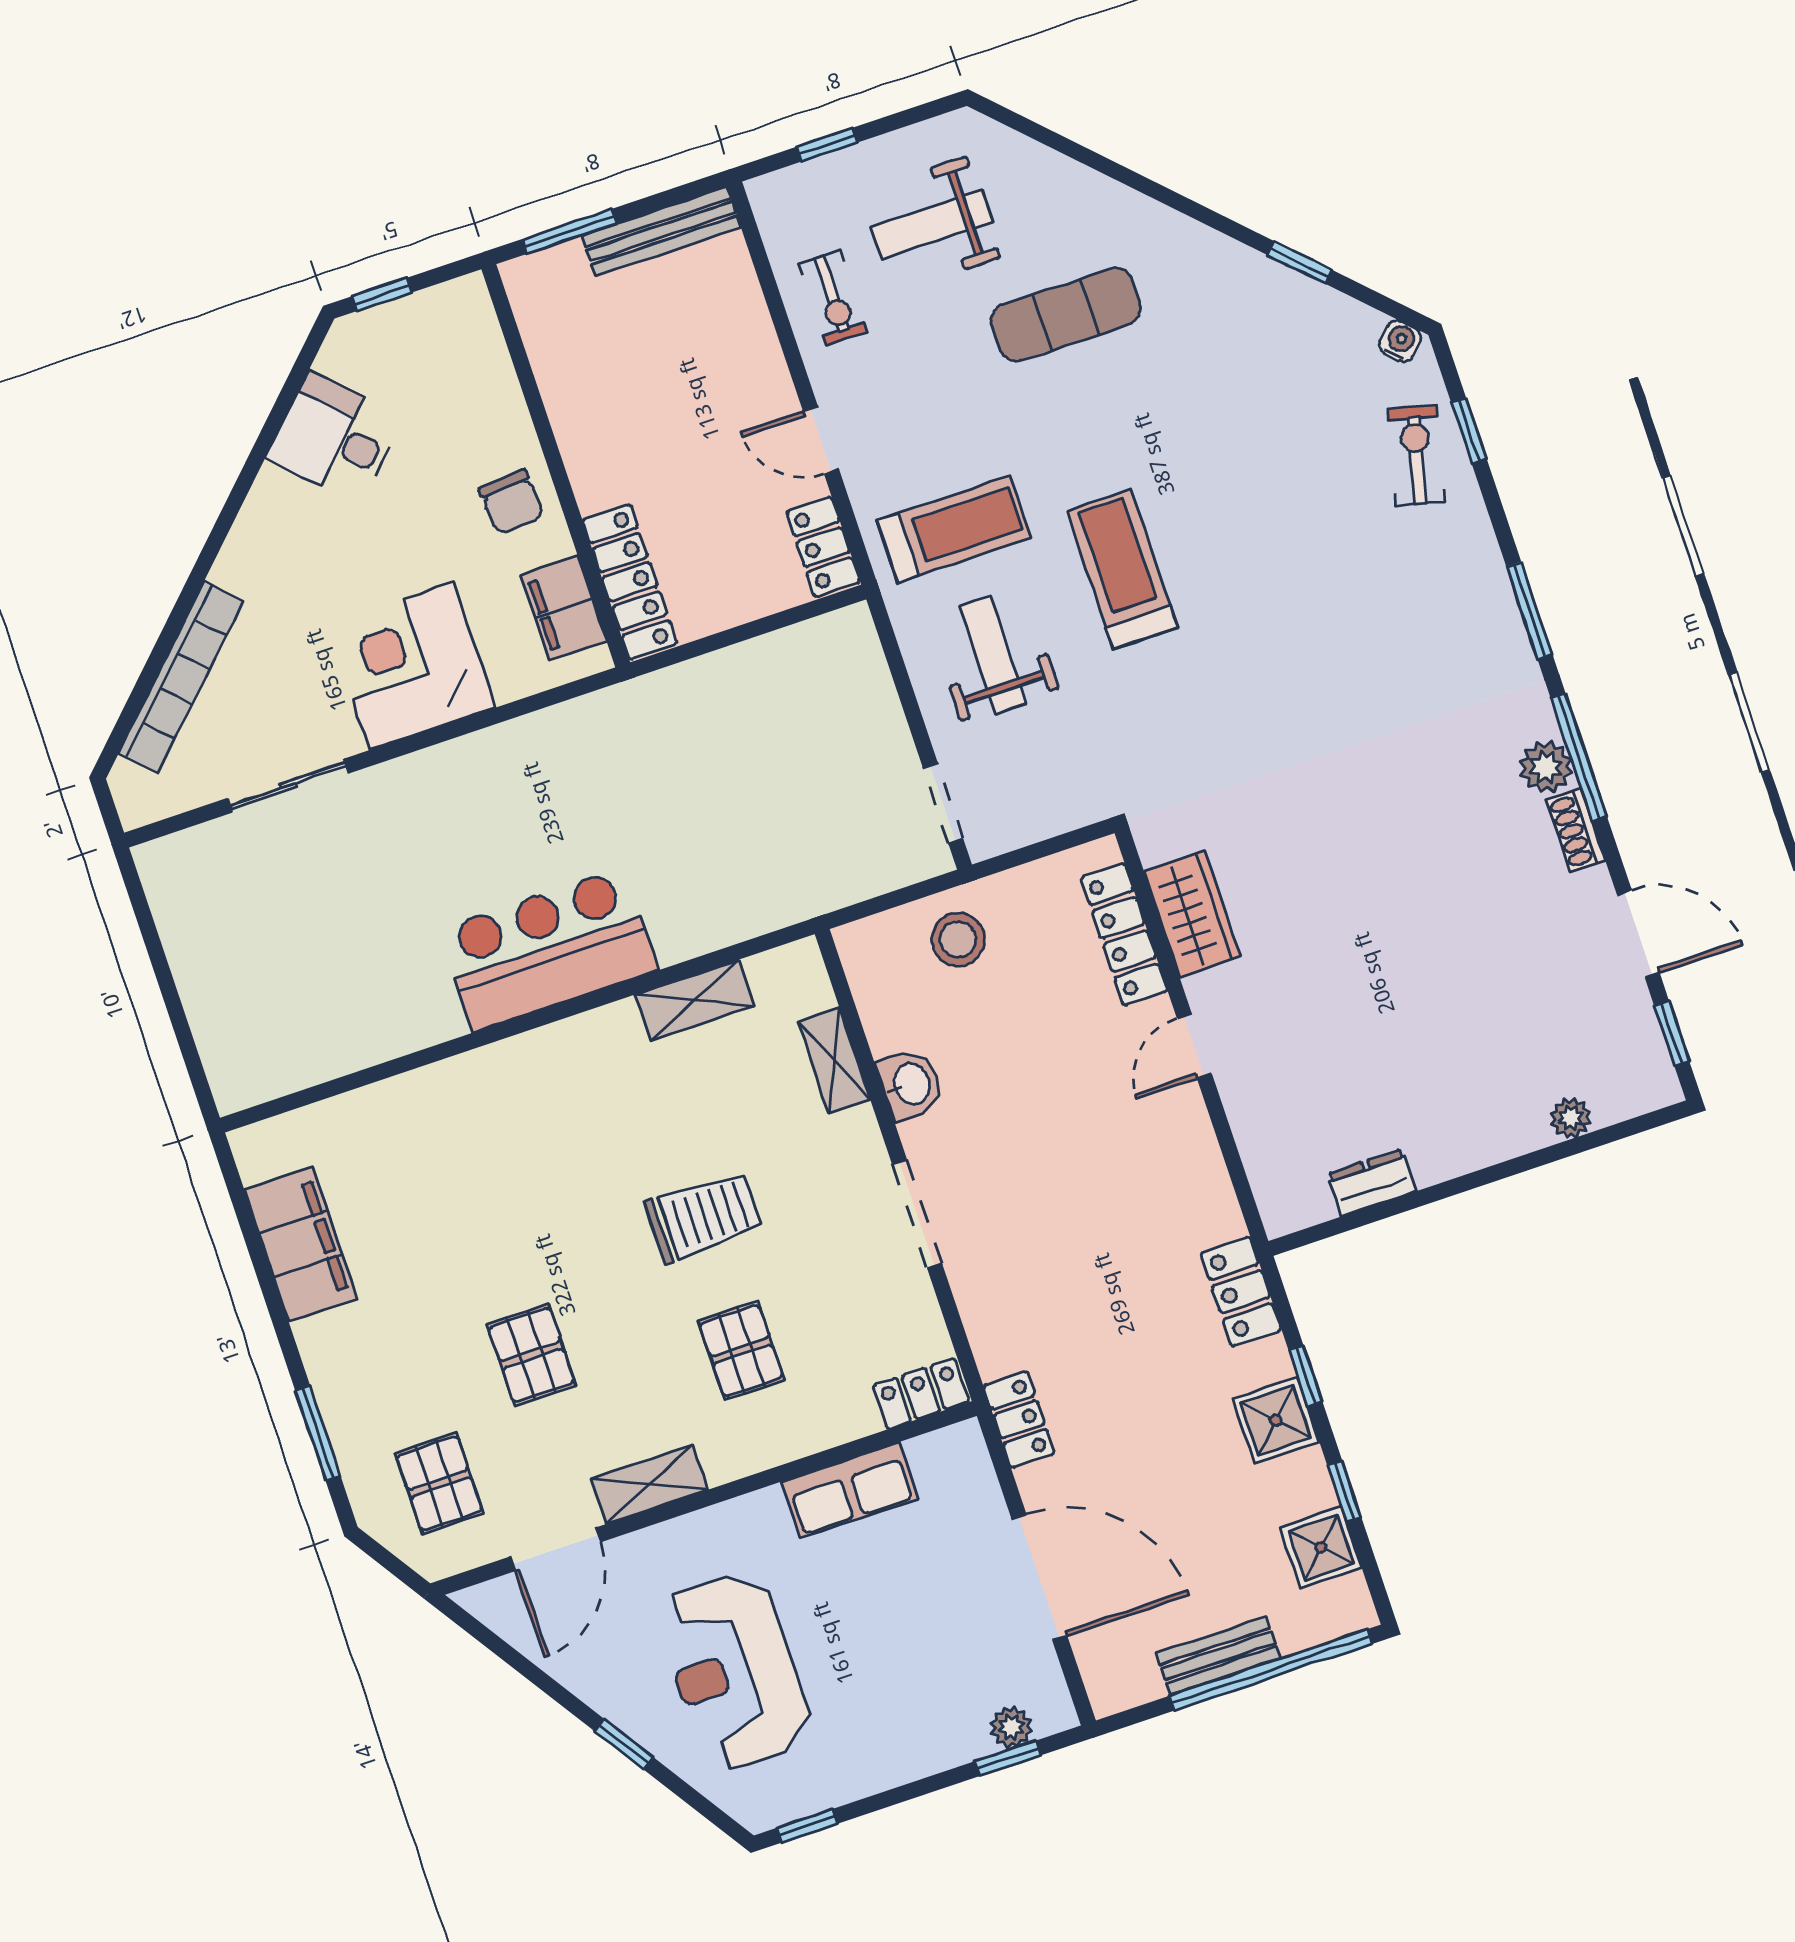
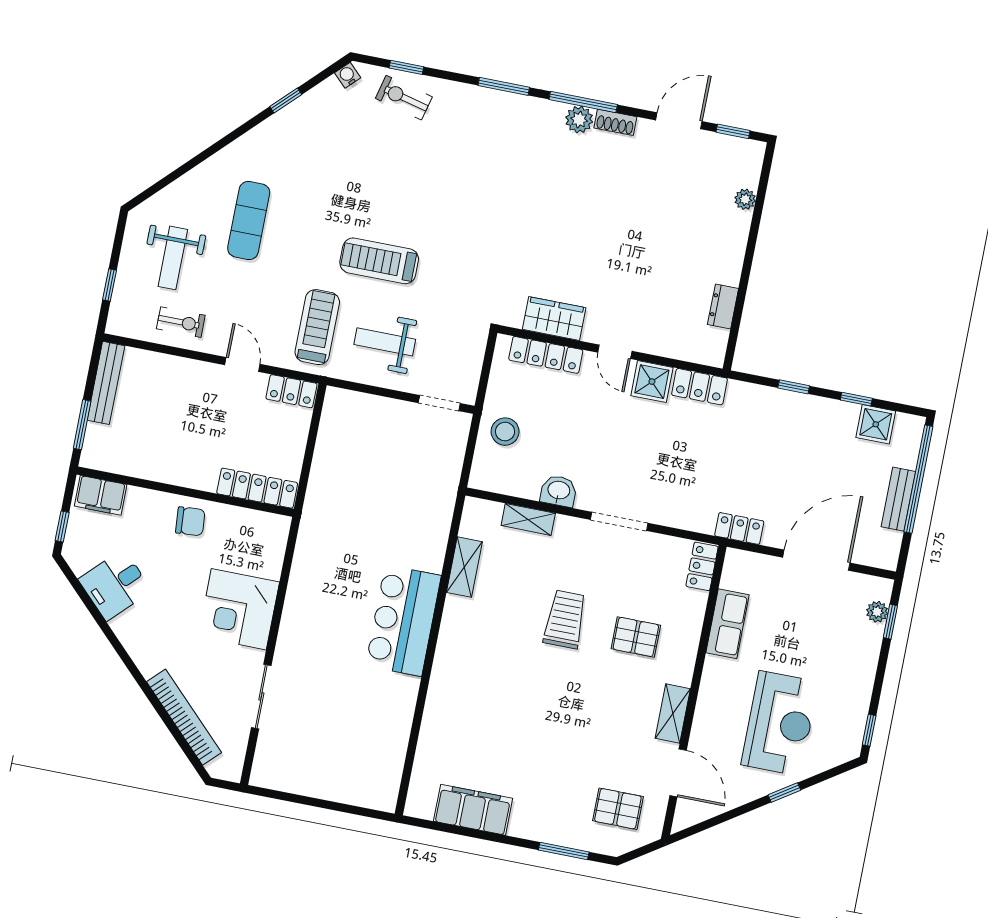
door: (821, 440) -> (242, 364), swing flipped
filing cabinet: (564, 608) -> (101, 495), moved
locker: (1241, 1292) -> (699, 387), moved
pallet: (531, 1355) -> (583, 734), removed
shower: (1276, 1420) -> (652, 382), moved
reception desk: (734, 1671) -> (780, 723), turned -90

